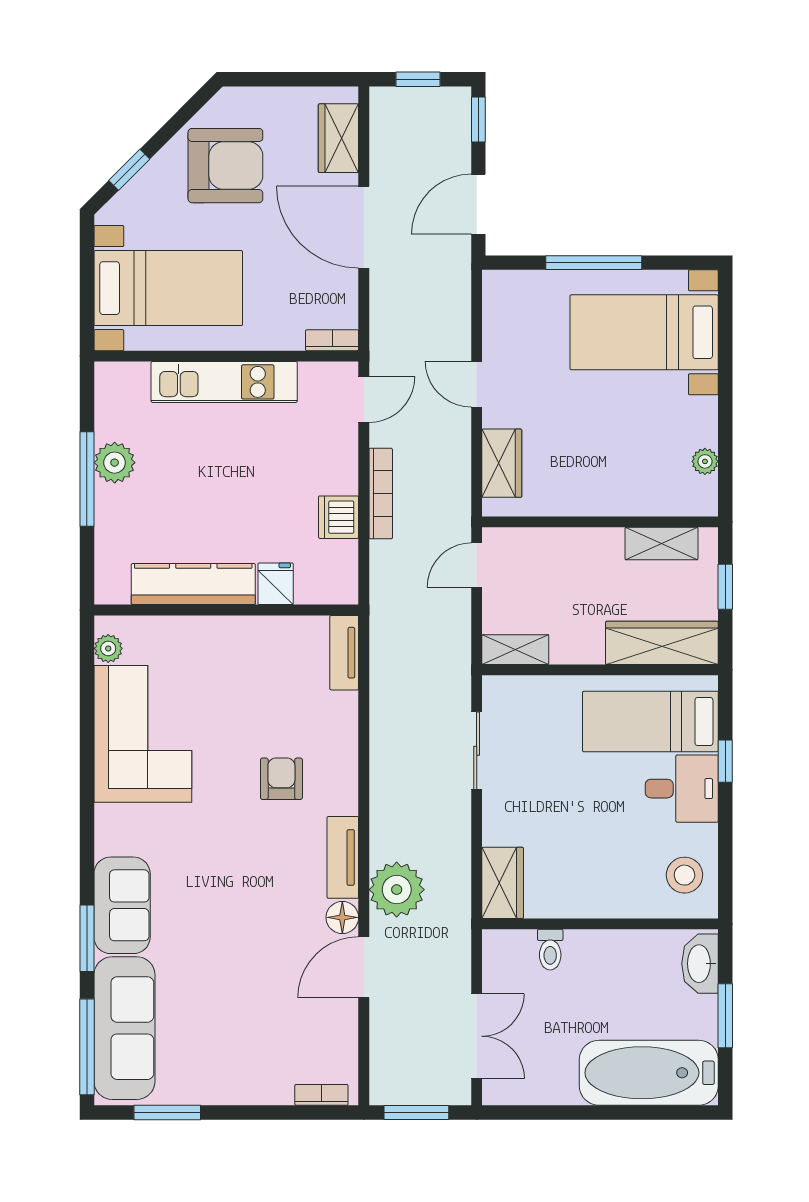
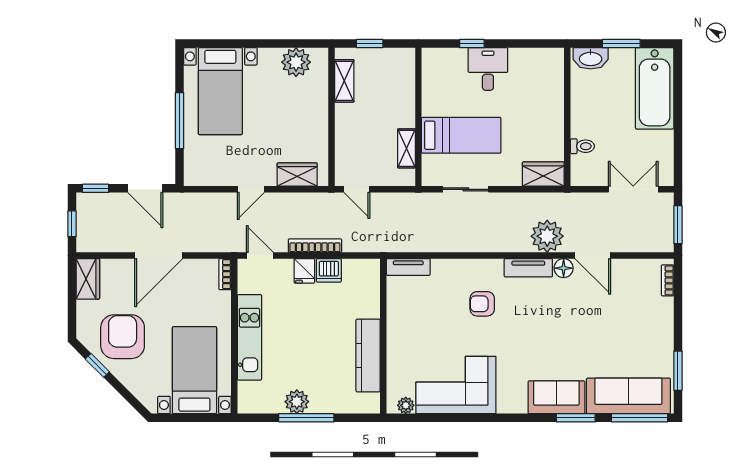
wardrobe: (338, 138) -> (88, 279), moved, turned -90
window: (129, 170) -> (97, 365), moved
plant: (705, 461) -> (296, 62), width x1.88, depth x1.88
fridge: (276, 584) -> (304, 271), moved, turned -90
wardrobe: (662, 643) -> (403, 81), removed
shelving: (515, 650) -> (406, 148), moved
bed: (650, 721) -> (461, 135), moved, turned -90
stool: (684, 875) -> (539, 67), removed

